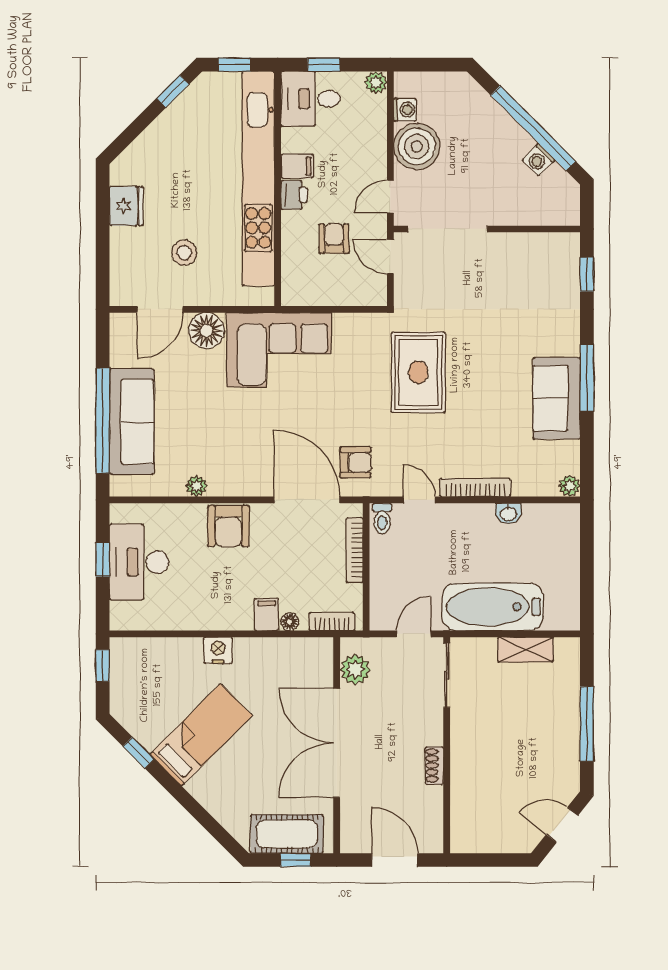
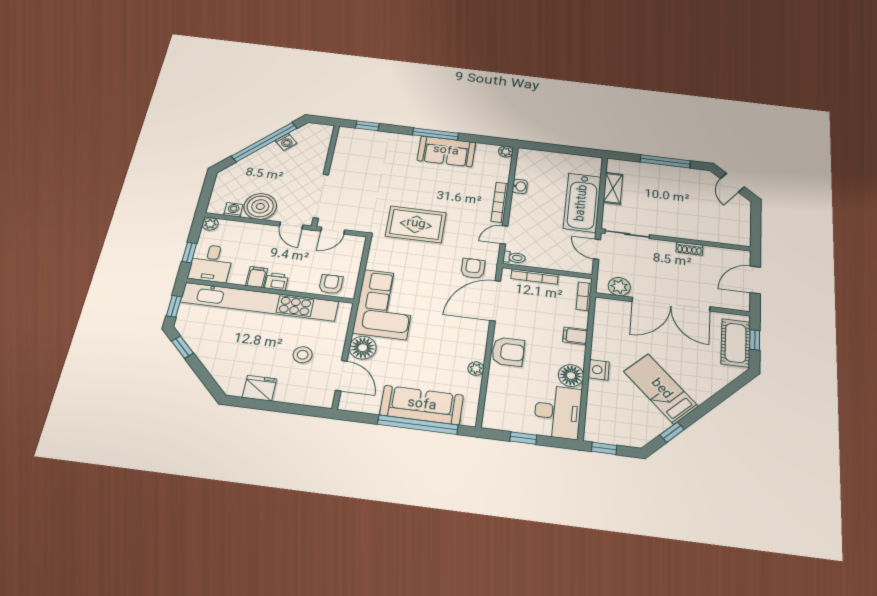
armchair: (334, 239) -> (331, 284), moved, turned 90
desk: (139, 562) -> (558, 412), moved, turned -90
floor lamp: (290, 622) -> (571, 376), moved, width x1.89, depth x1.89

